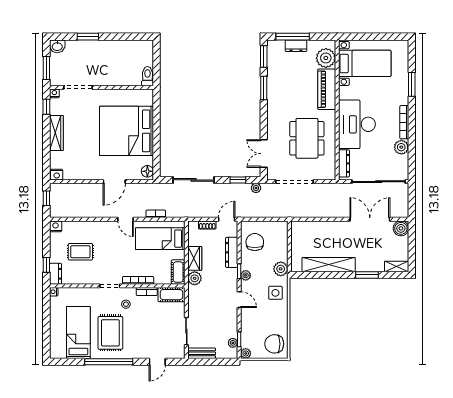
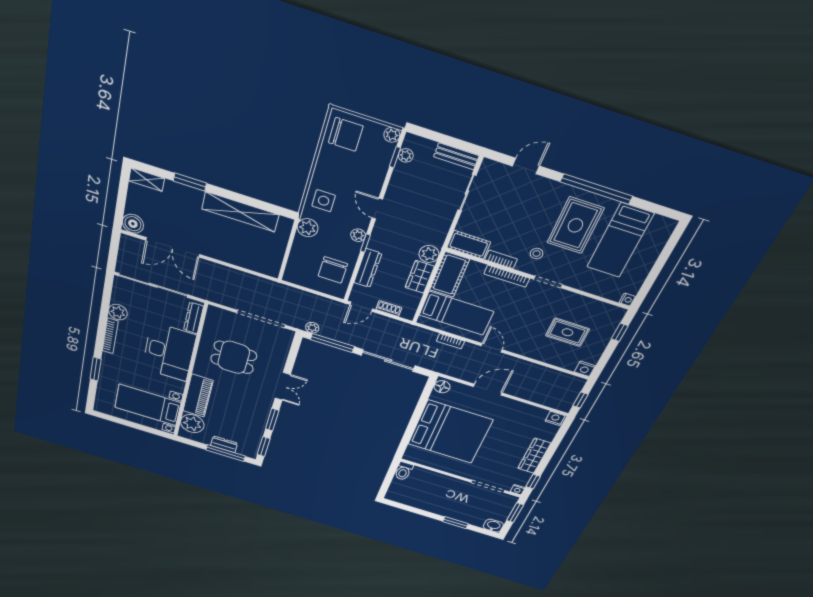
dining table: (307, 138) -> (234, 357), width x0.73
double door: (264, 154) -> (283, 386), moved
window: (238, 180) -> (332, 343), width x2.17
cot: (178, 272) -> (449, 275), width x1.37, depth x1.34
dresser: (55, 274) -> (613, 319), removed

